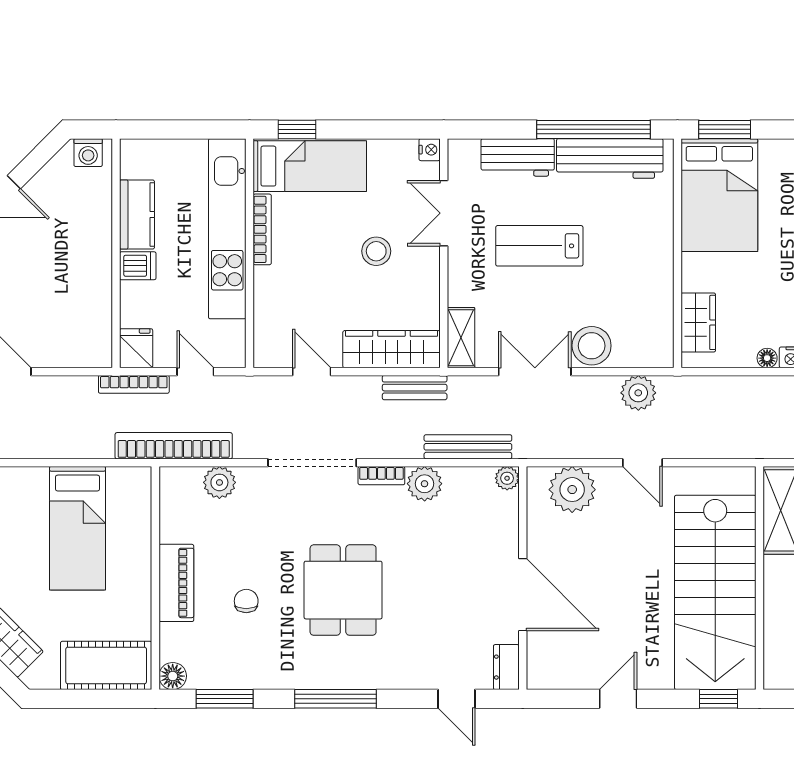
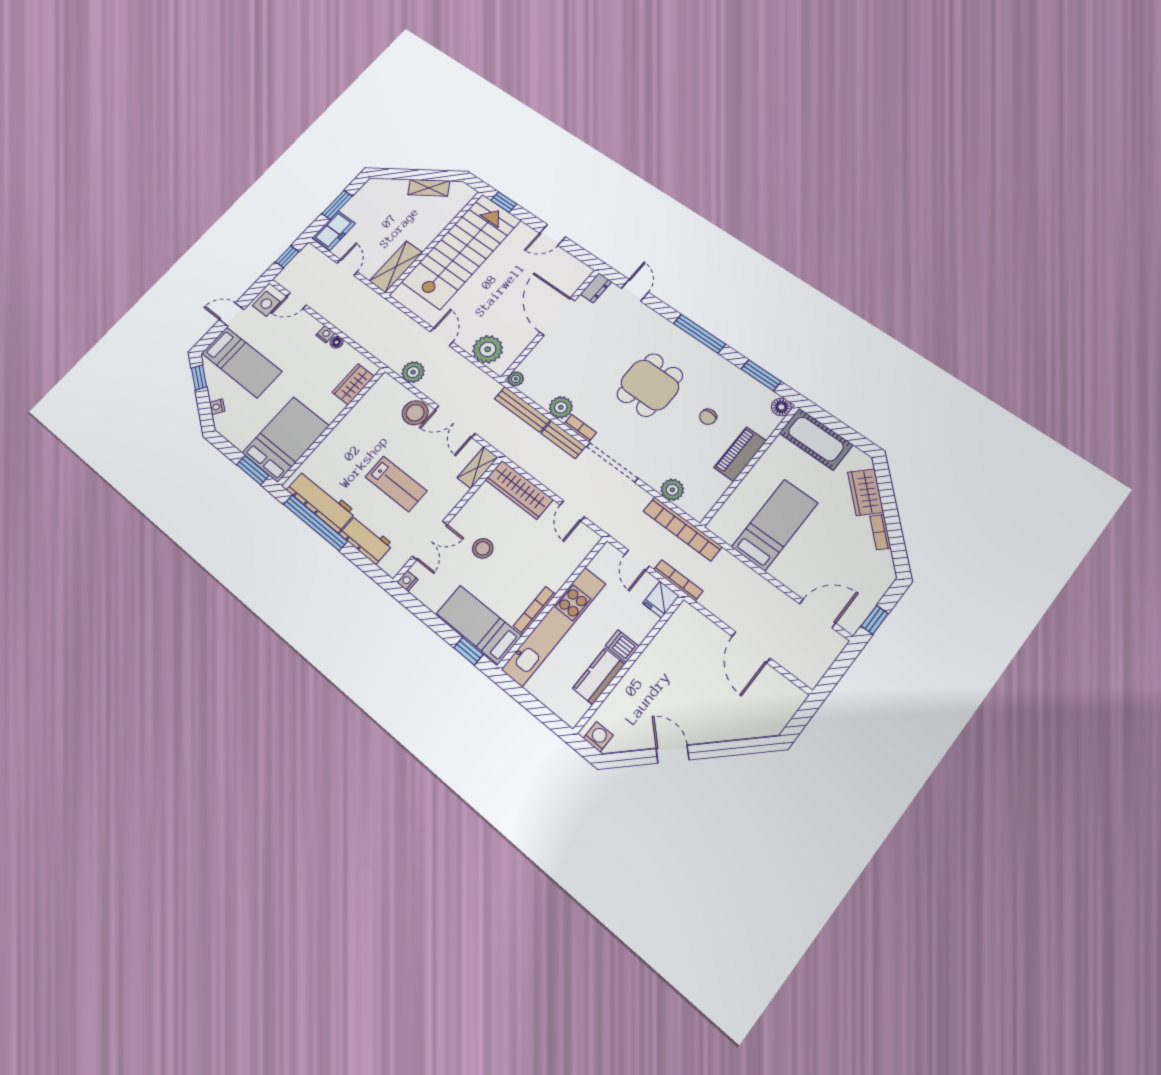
bench: (415, 388) -> (563, 440), moved

